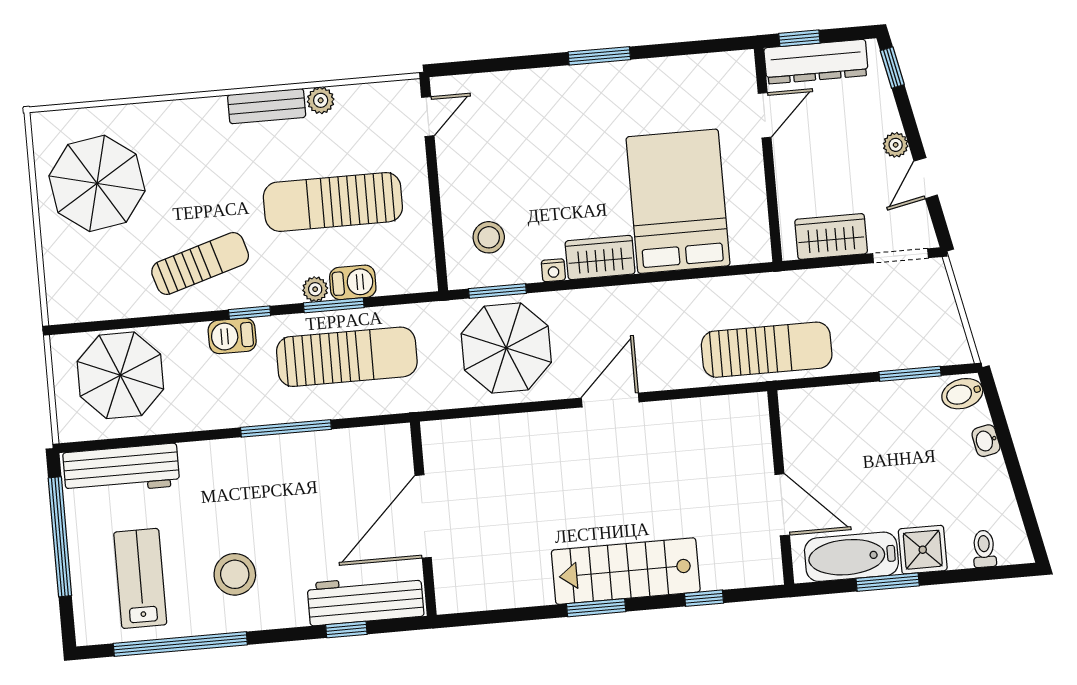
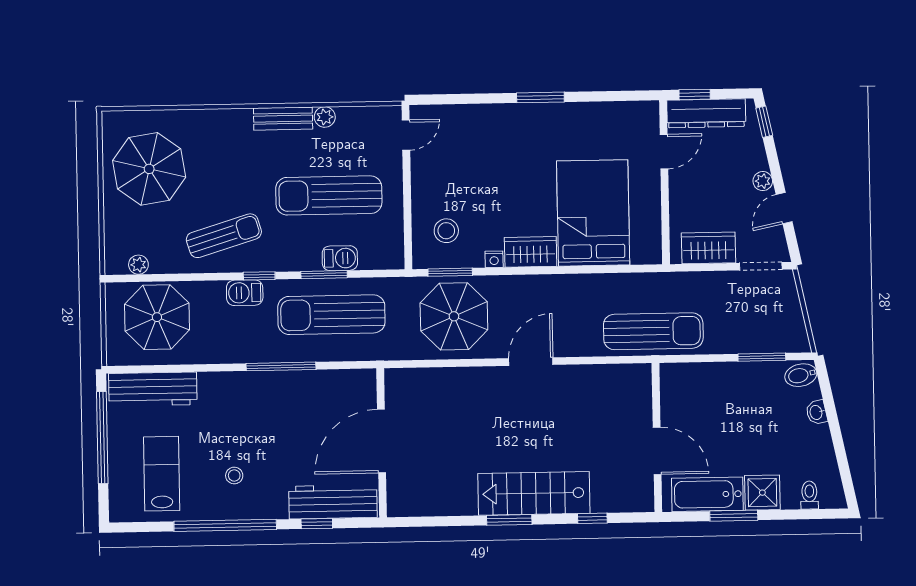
plant: (315, 289) -> (138, 265), moved
sun lounger: (347, 357) -> (331, 315), turned 180
stool: (235, 574) -> (234, 476), width x0.53, depth x0.53
window: (180, 644) -> (225, 525), moved

